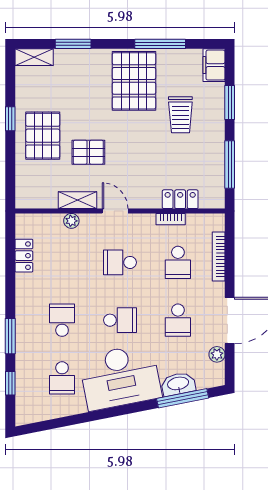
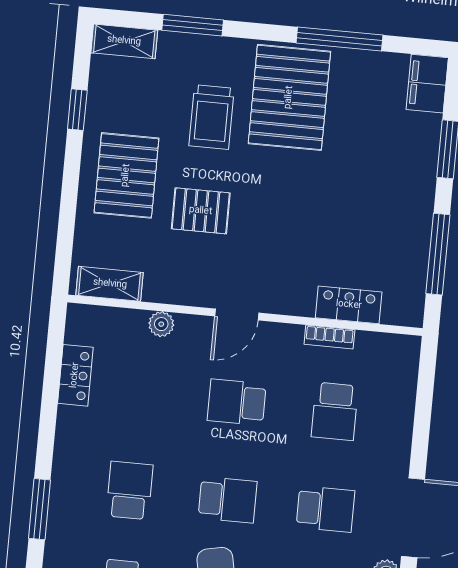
trolley: (180, 115) -> (212, 117), moved
window: (10, 119) -> (77, 110), moved
shelving: (77, 200) -> (110, 284), moved
door: (115, 211) -> (237, 314), swing flipped
bookcase: (219, 257) -> (404, 408), removed
school desk: (178, 320) -> (325, 509), turned -90

